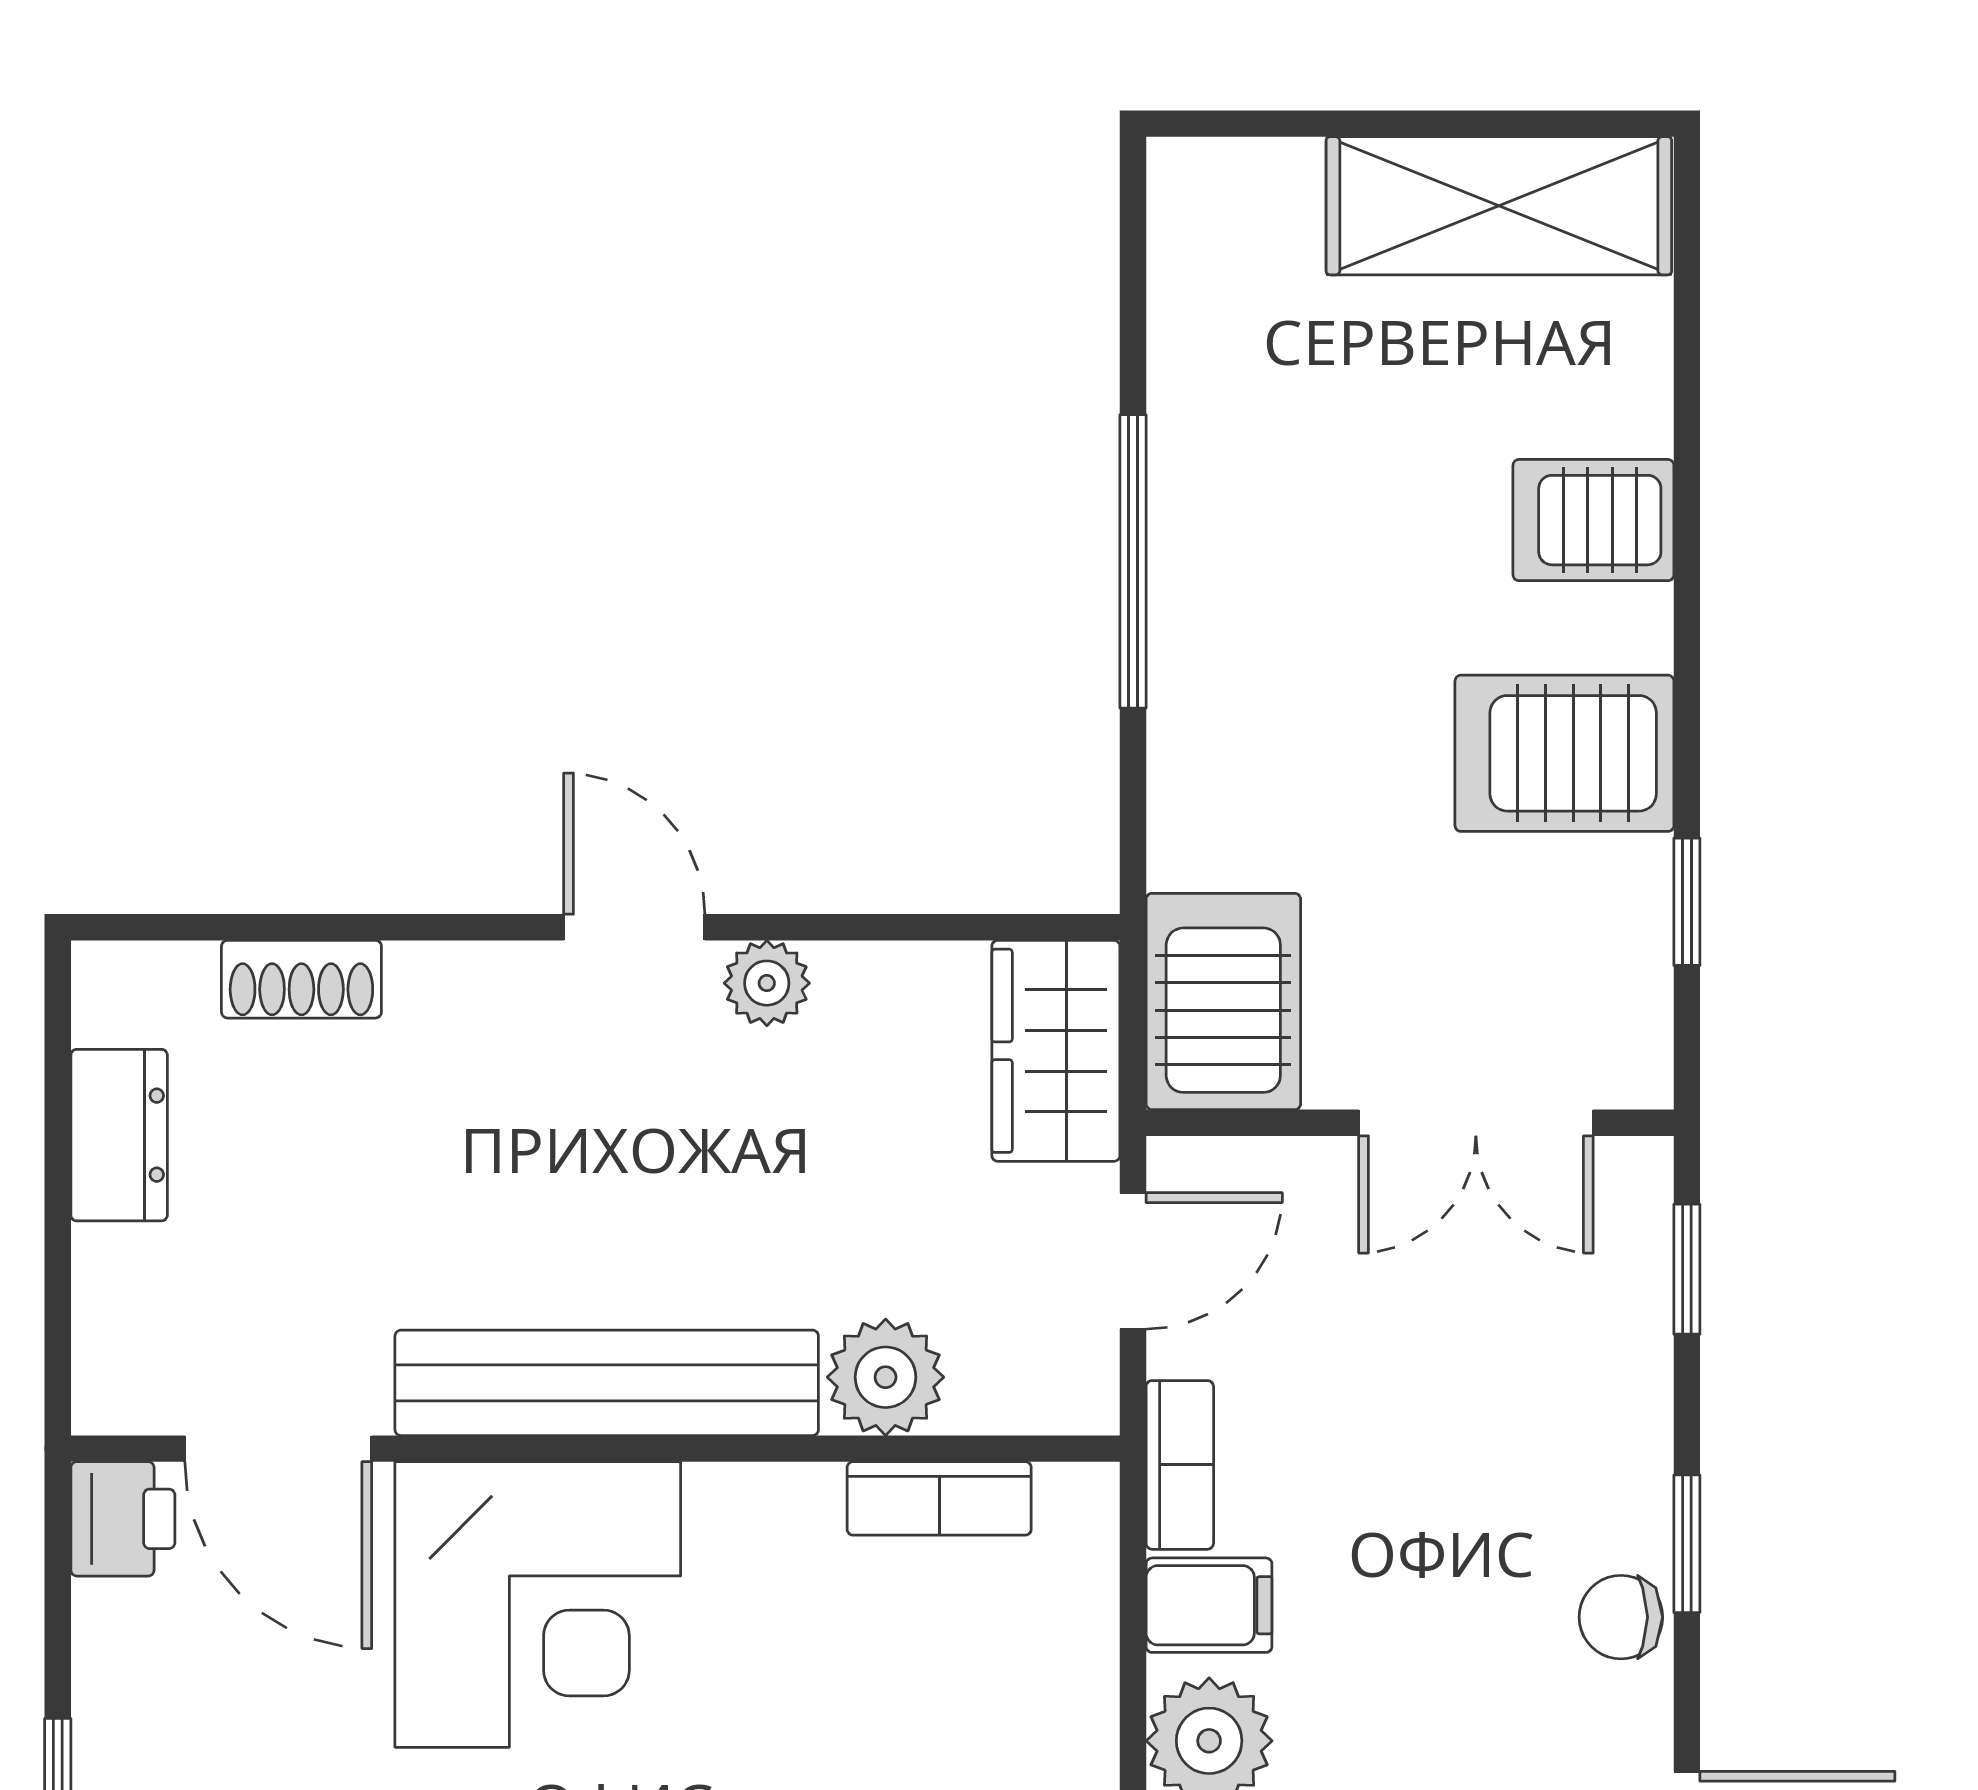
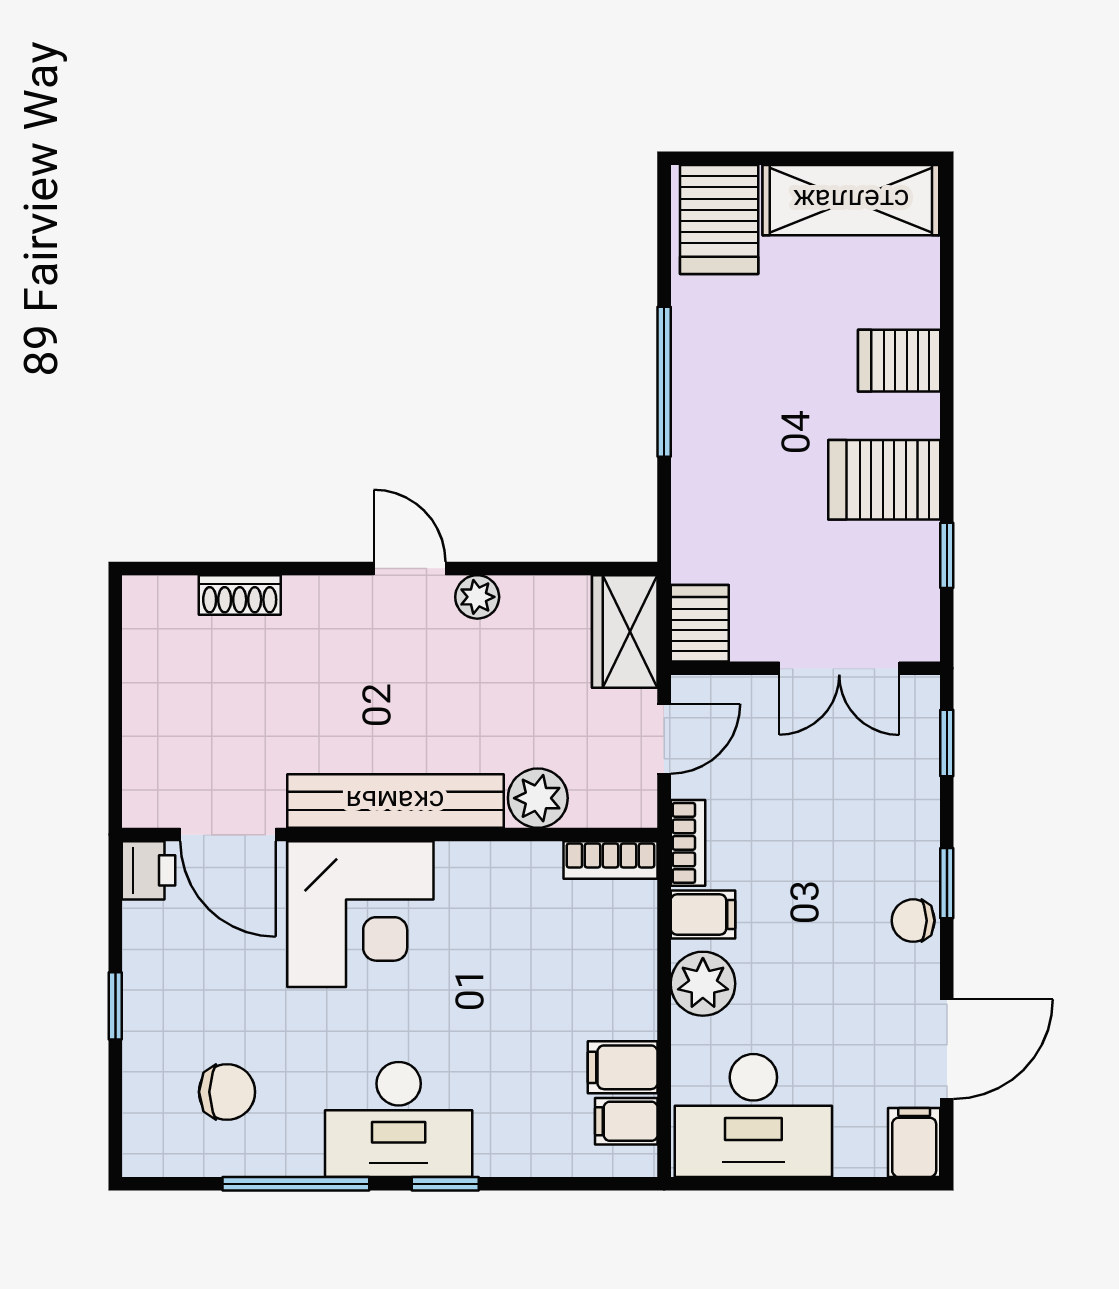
server rack: (1241, 244) -> (719, 220), added
server rack: (1223, 1002) -> (700, 623), width x0.73, depth x0.70
dresser: (119, 1135) -> (147, 675), removed
bookcase: (939, 1498) -> (610, 860), moved

